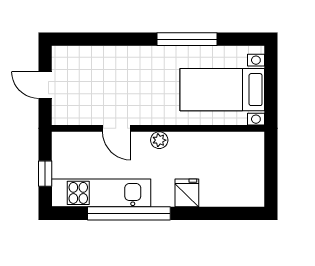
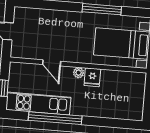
fridge: (187, 193) -> (92, 77), moved, turned 180

